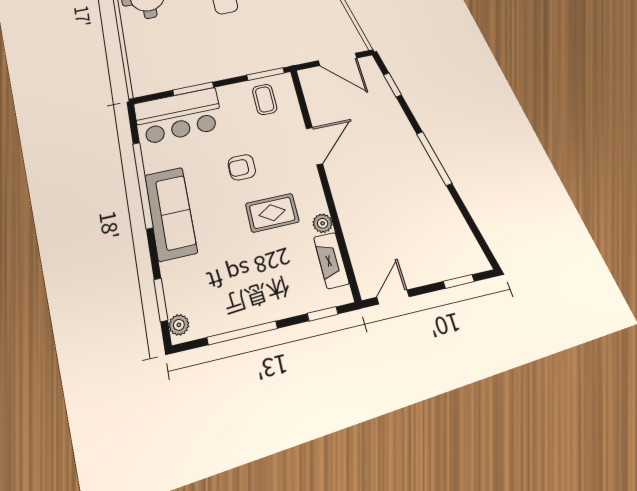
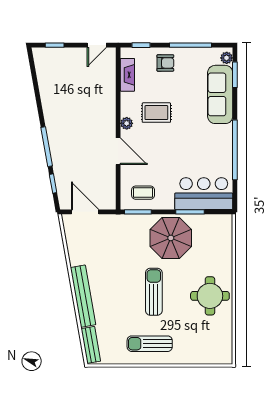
parasol: (213, 52) -> (171, 238), added
coffee table: (265, 99) -> (143, 193), turned 90
door: (314, 146) -> (118, 151), swing flipped
window: (434, 158) -> (47, 147), moved
armchair: (242, 167) -> (165, 63), moved
sofa: (171, 213) -> (220, 94), moved
plant: (323, 223) -> (127, 123), moved

